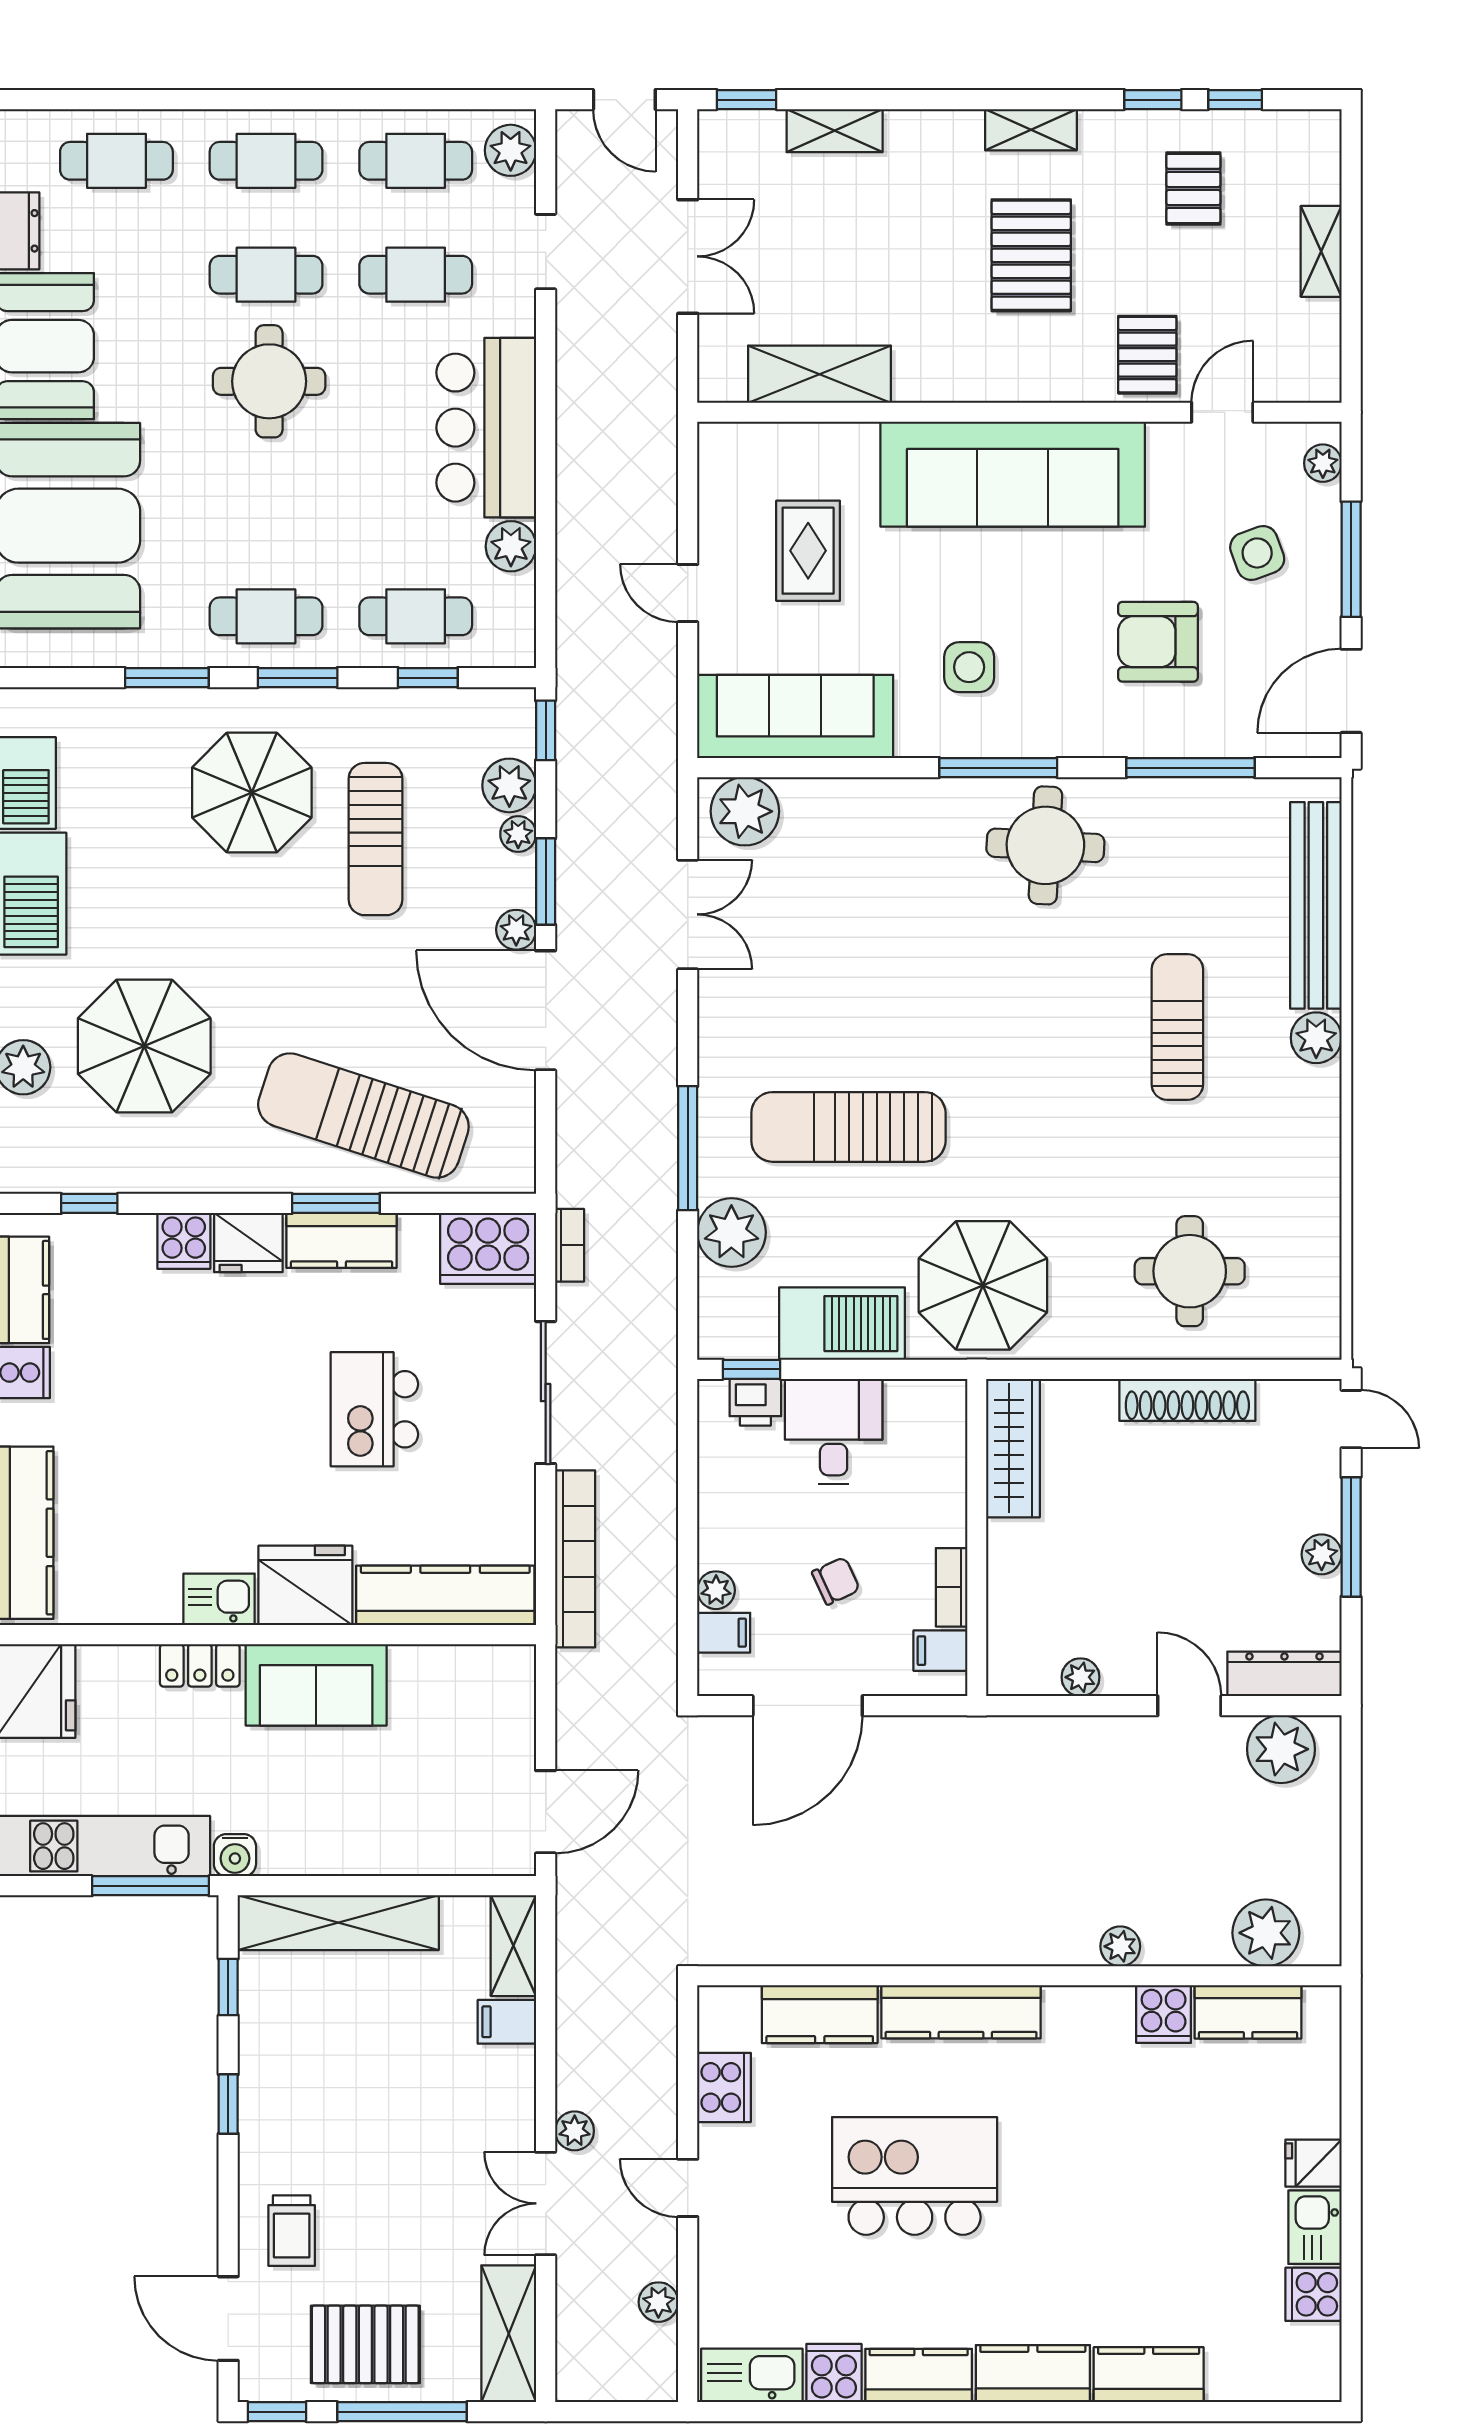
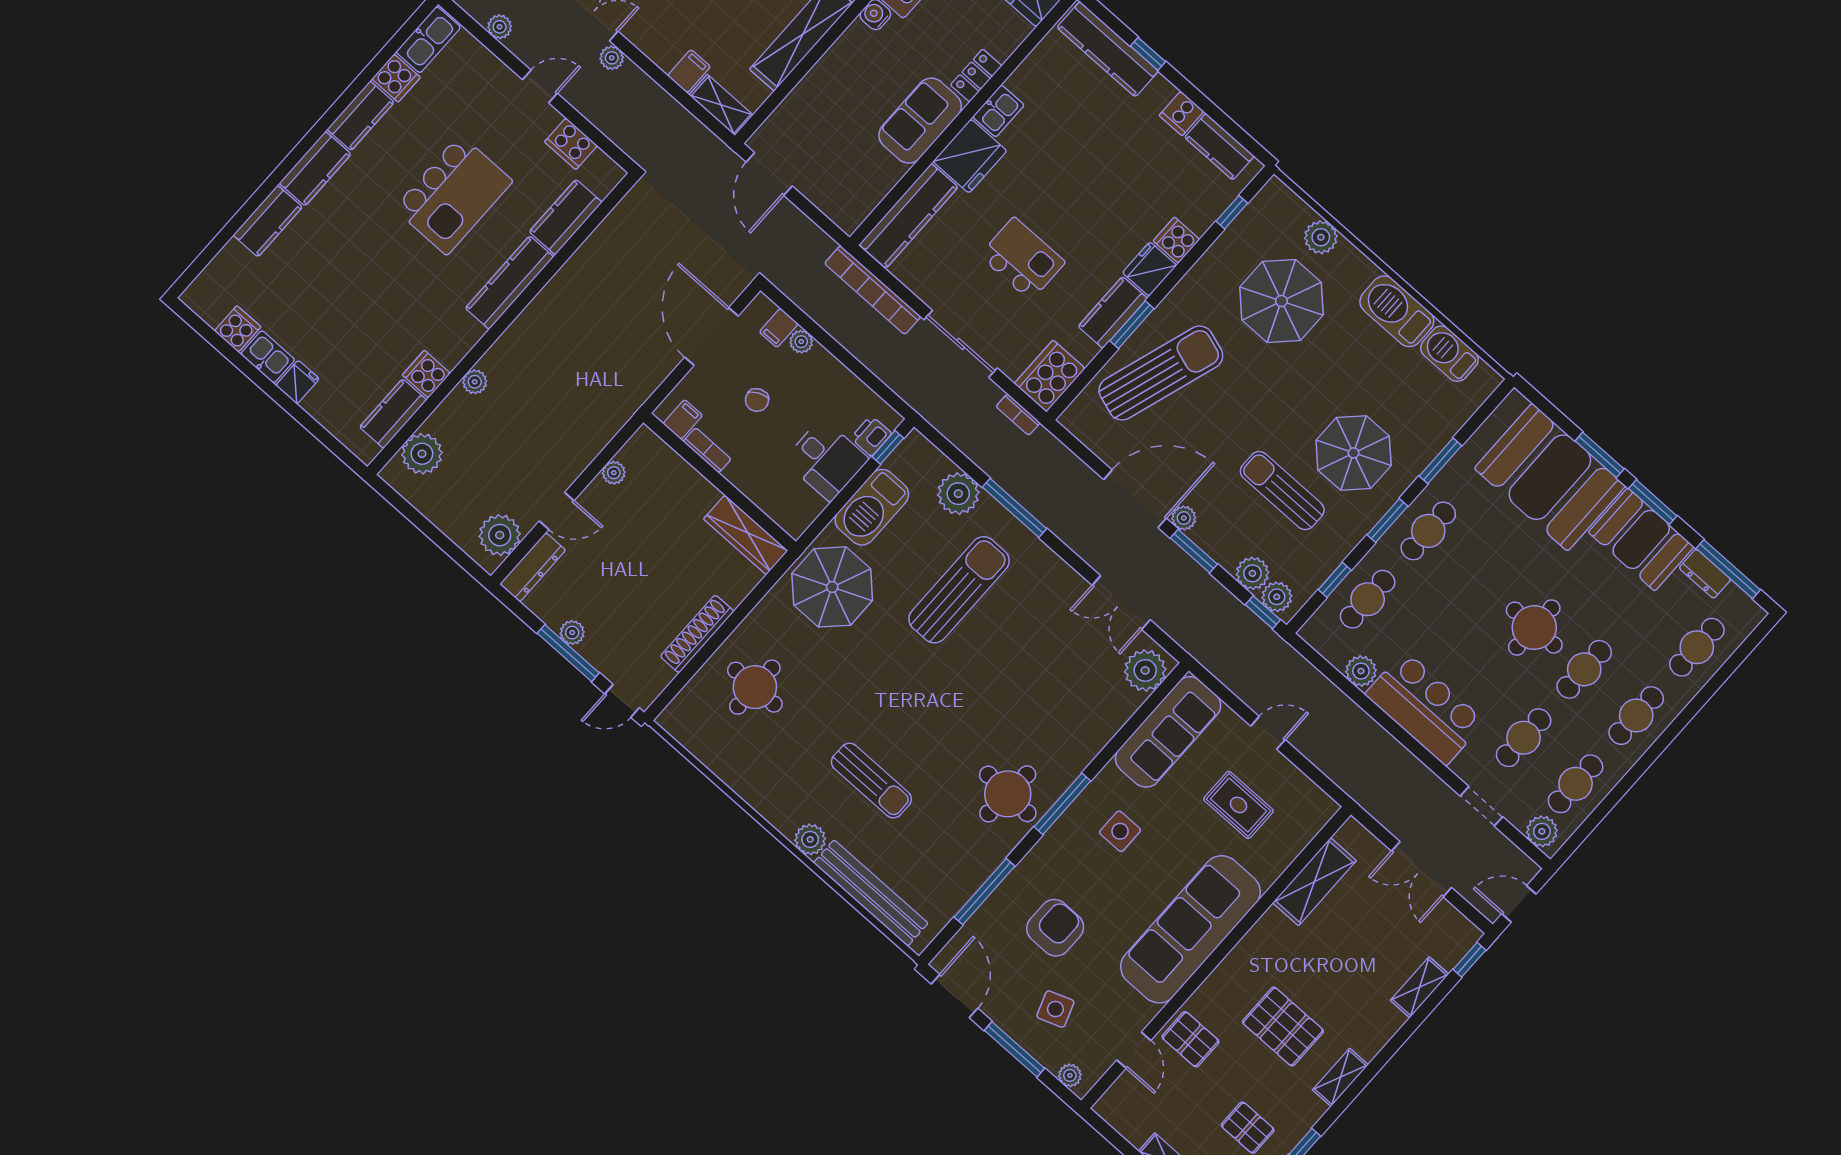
plant: (518, 834) -> (1277, 597), moved, width x1.38, depth x1.38

